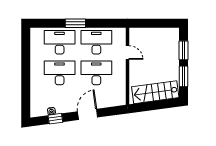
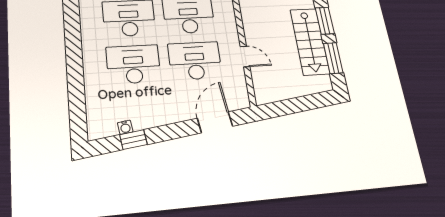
door: (127, 53) -> (245, 56), moved
stairs: (155, 92) -> (310, 41), moved, turned -82
door: (88, 114) -> (215, 122), moved

